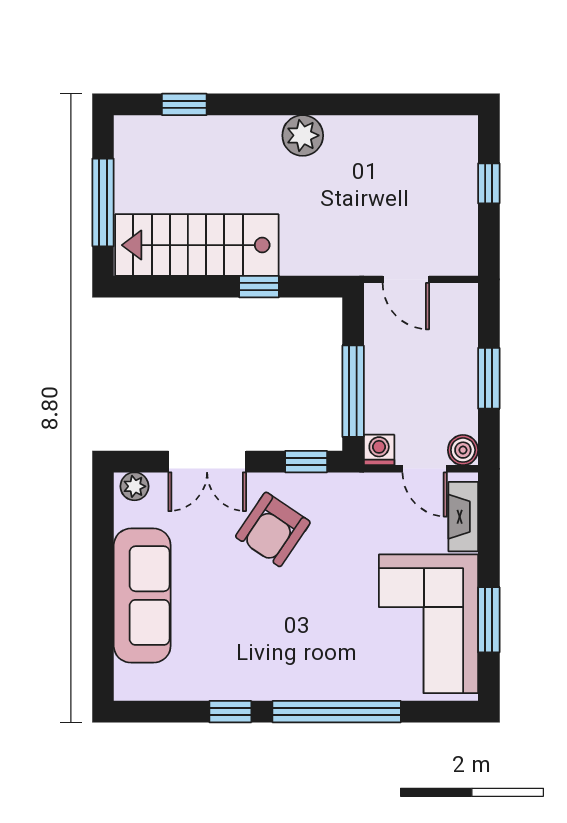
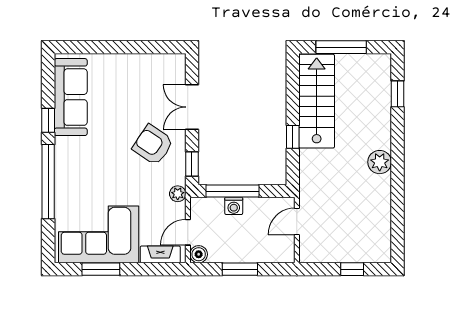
washing machine: (379, 450) -> (234, 206), moved, turned 90
plant: (134, 486) -> (178, 194), moved
sofa: (142, 596) -> (71, 97), moved, turned -90

